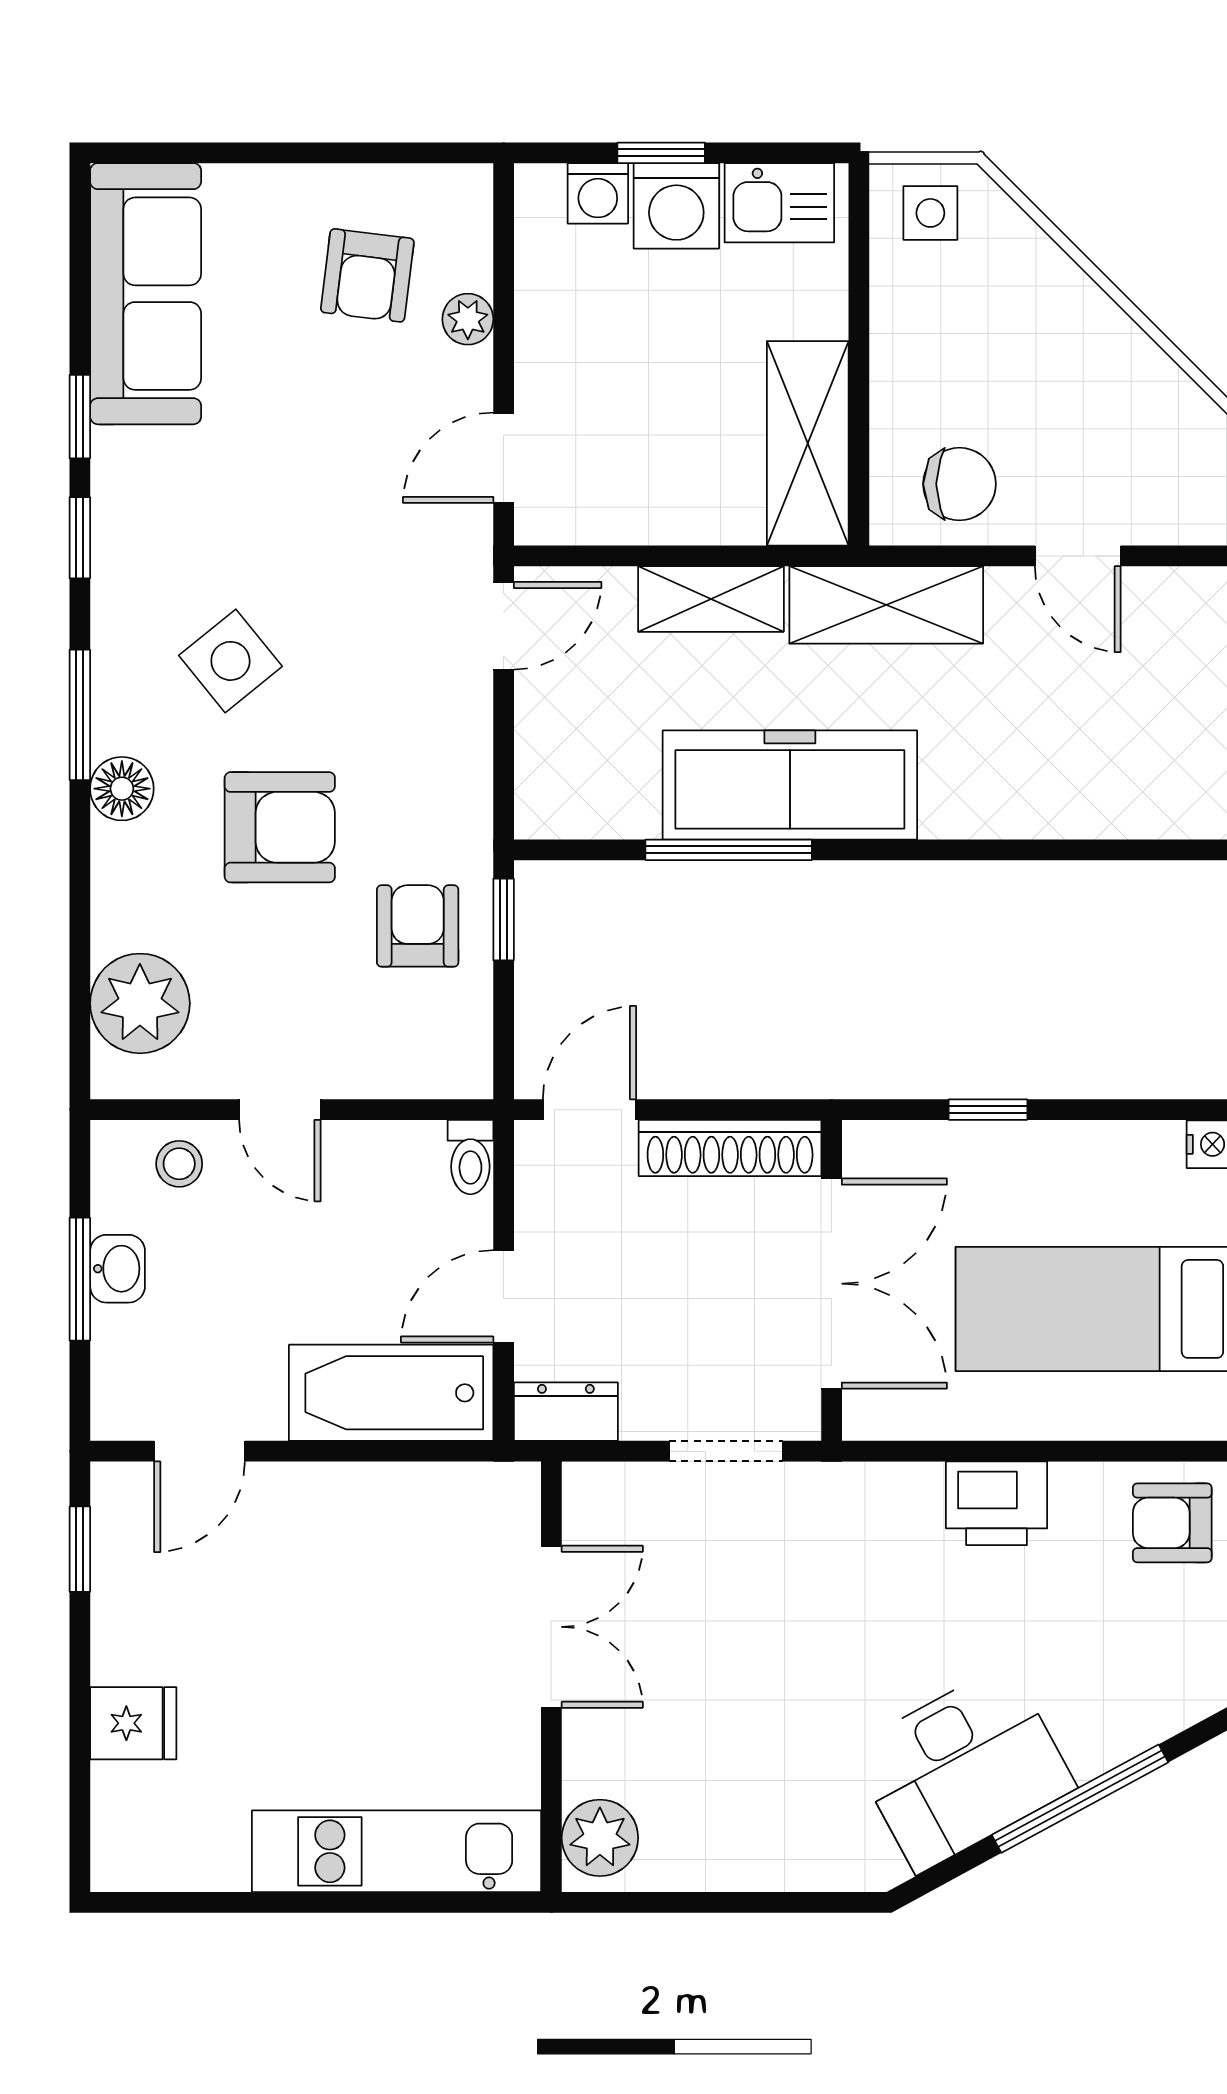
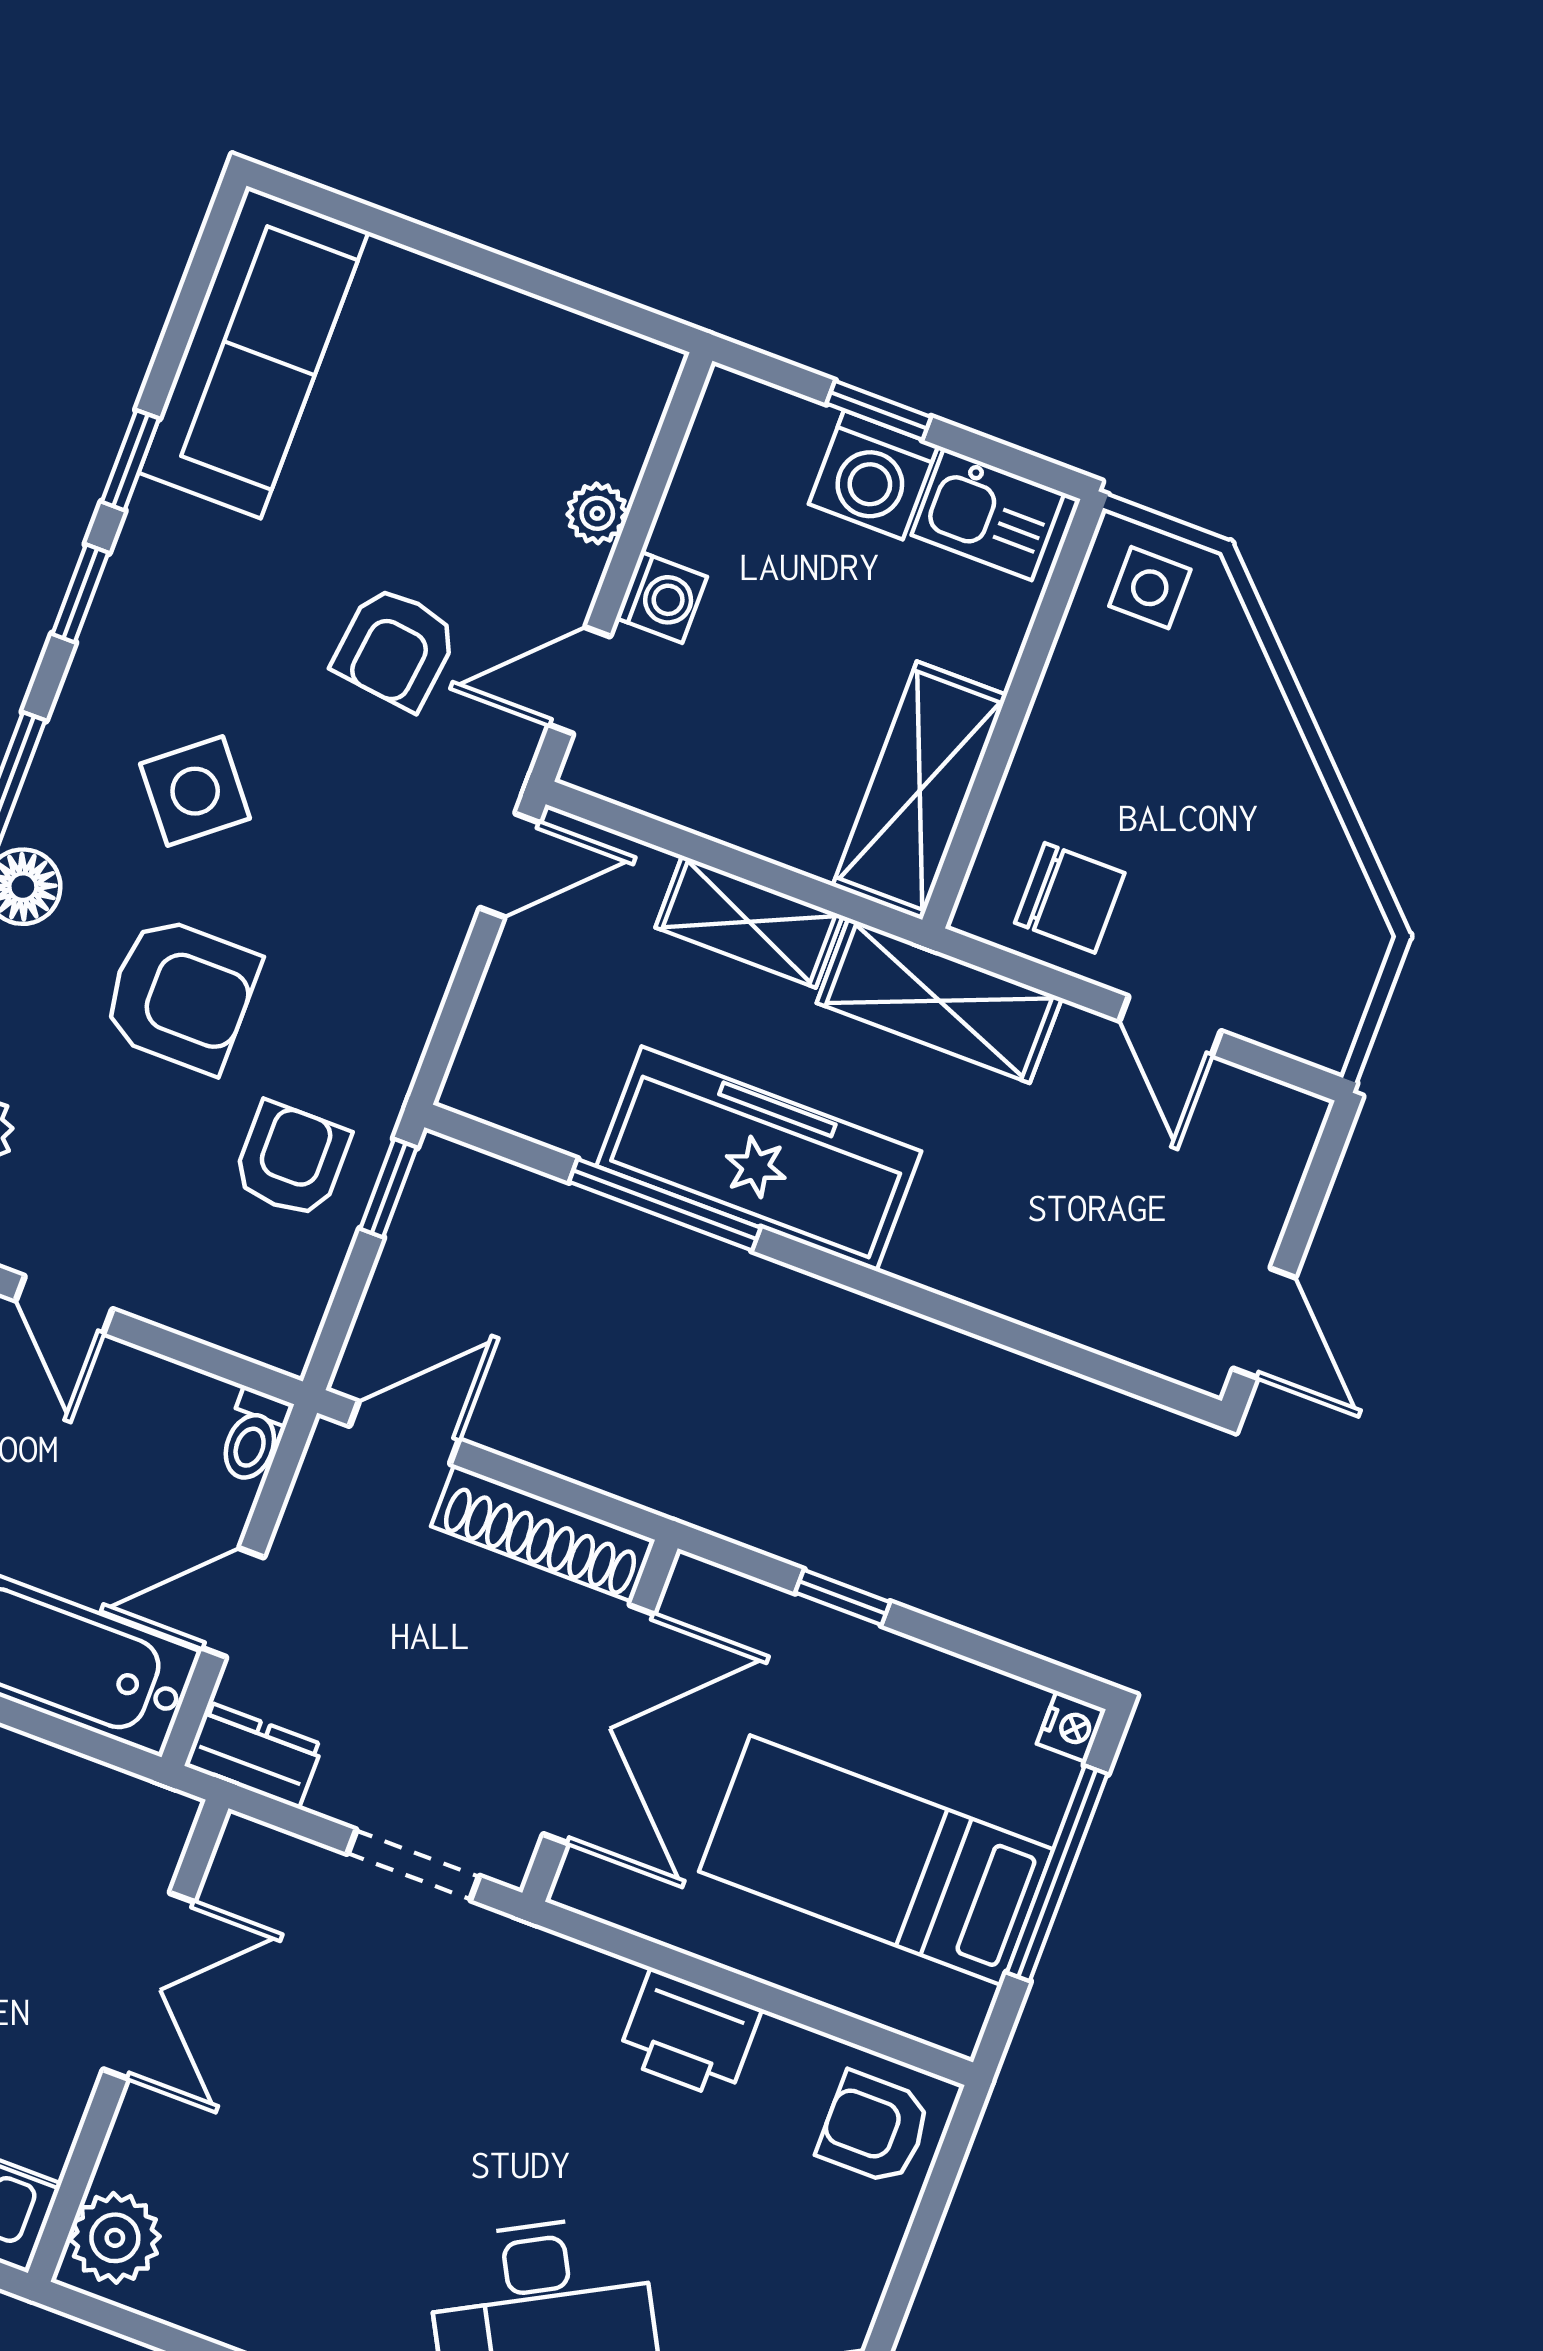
washing machine: (598, 193) -> (661, 597), moved, turned -90
armchair: (367, 275) -> (395, 648), moved

